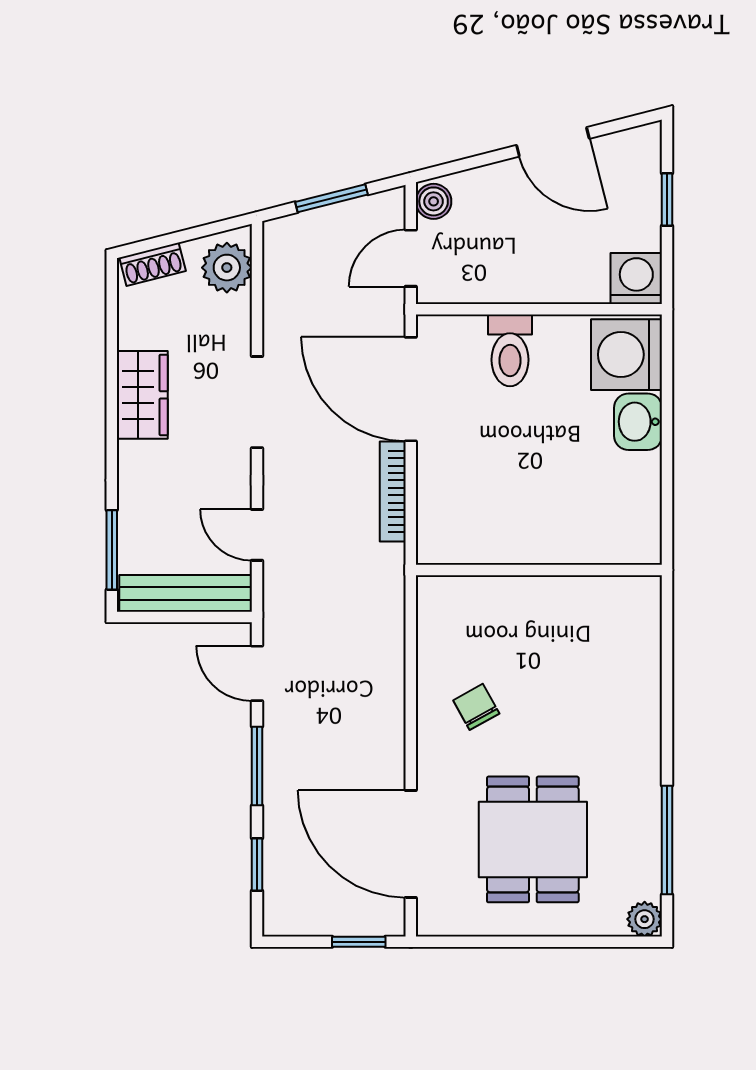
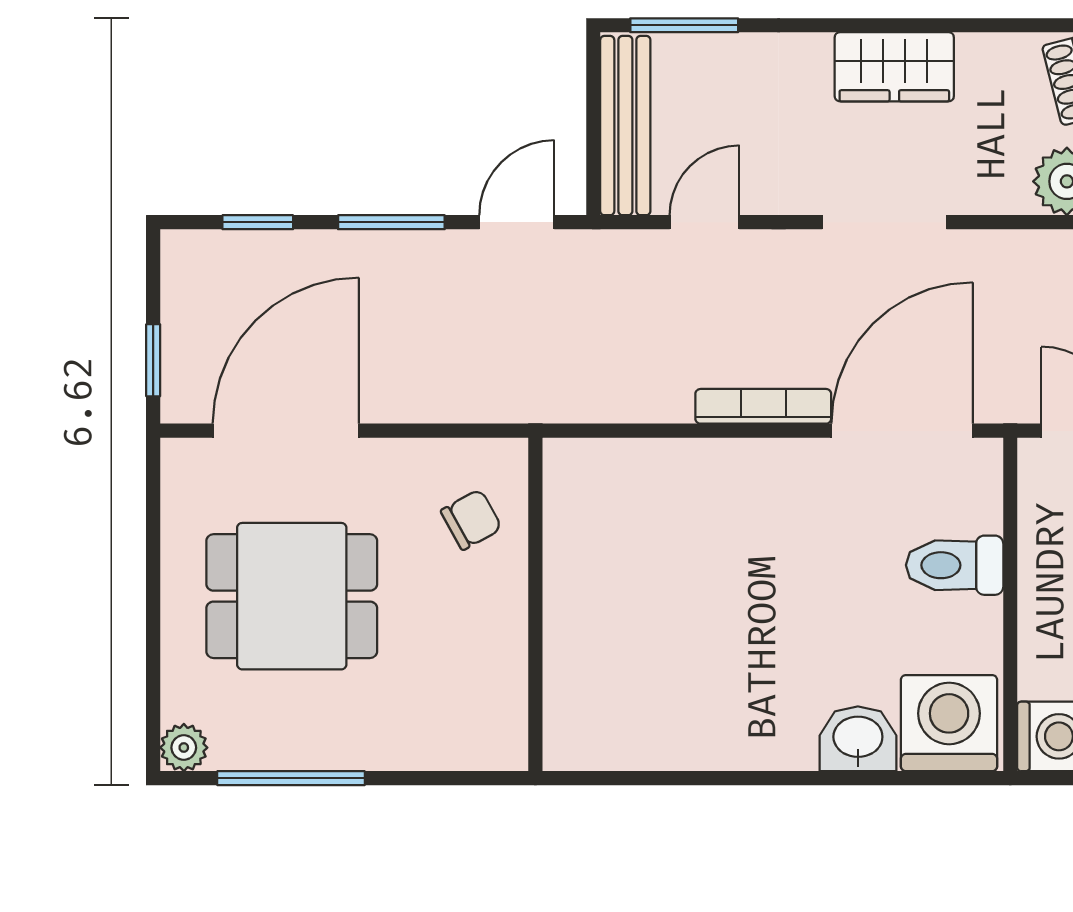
wall: (539, 570) -> (535, 604), moved

